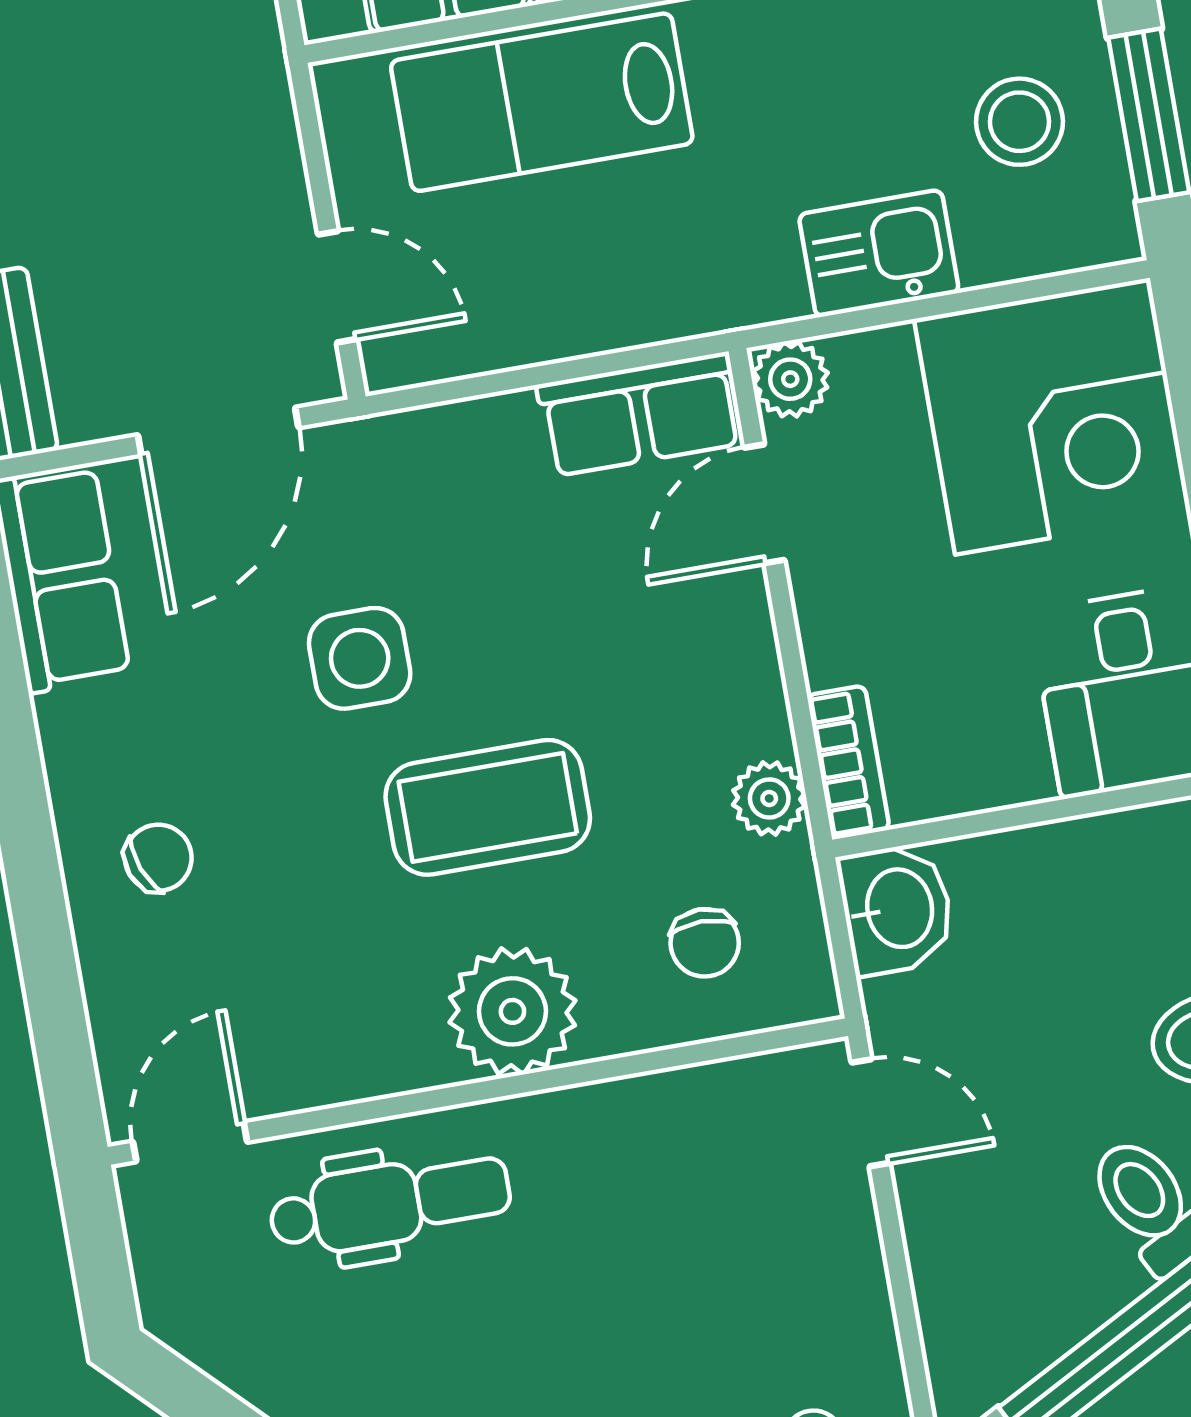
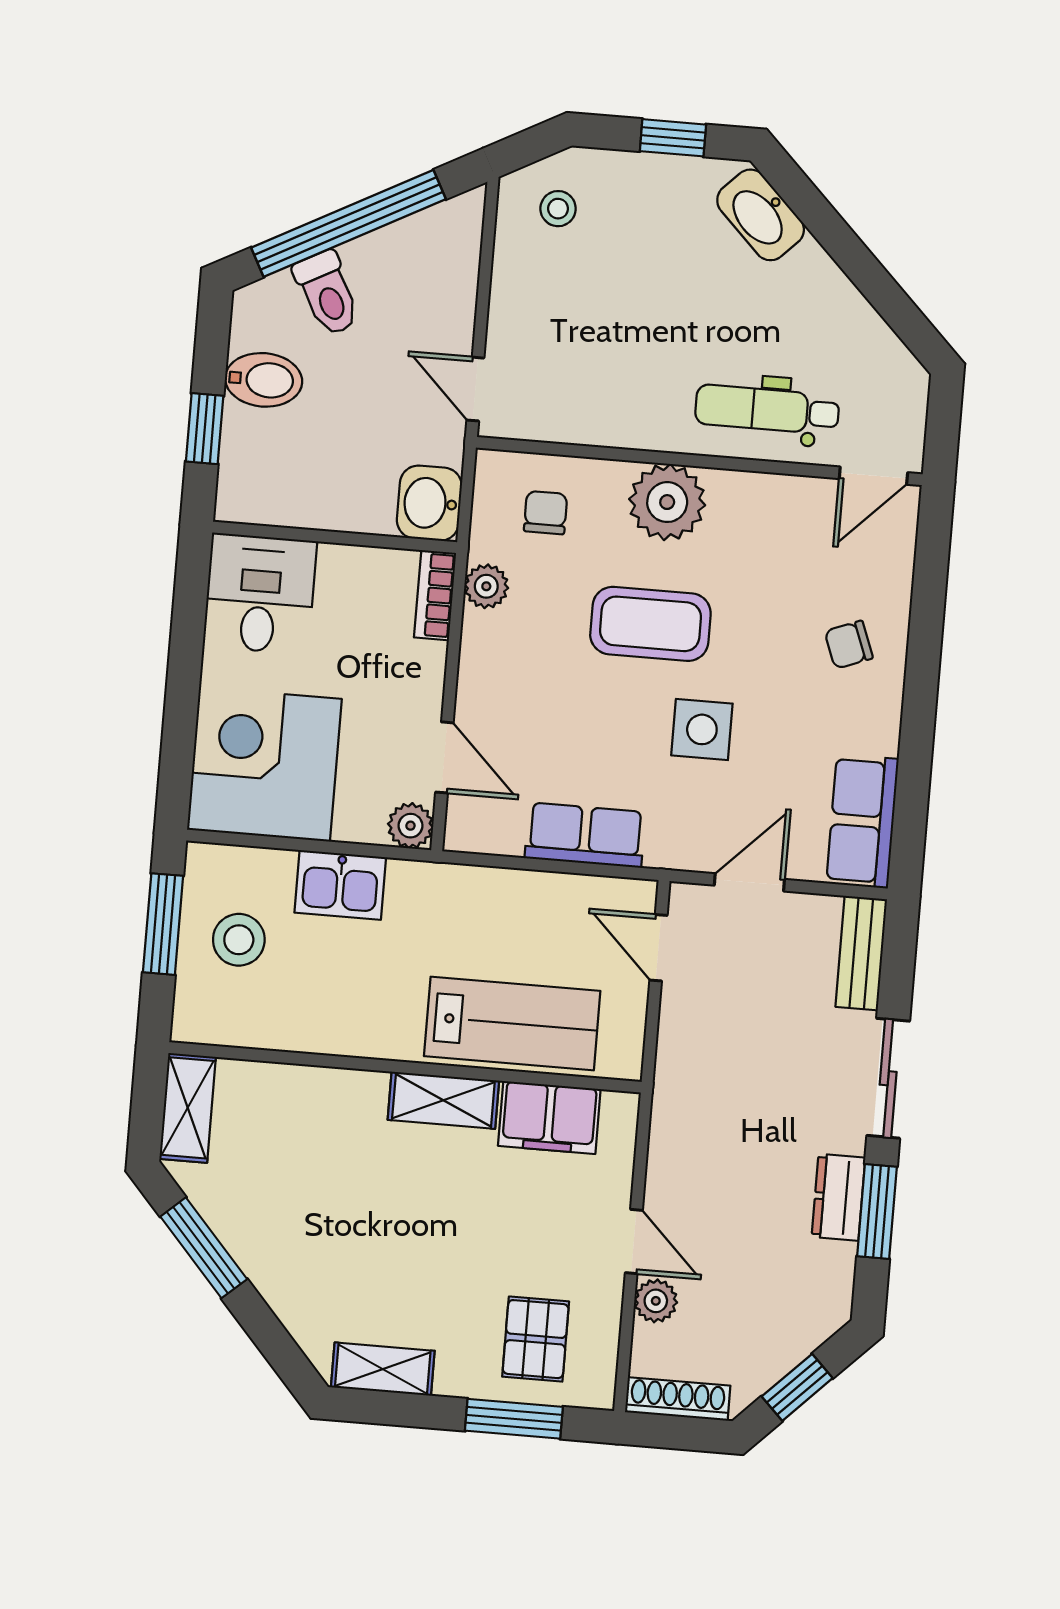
row of seats: (640, 414) -> (585, 835), moved
door: (218, 431) -> (749, 882), width x0.73
door: (764, 504) -> (444, 757), hinge flipped

